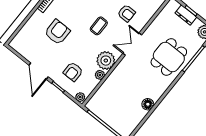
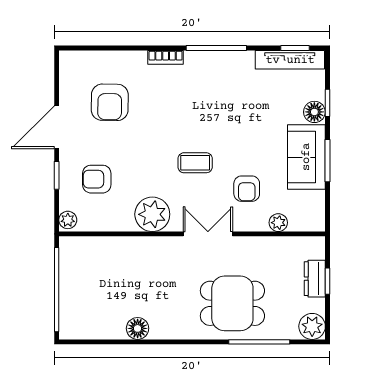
armchair: (57, 32) -> (110, 102), moved, turned 91
plant: (100, 75) -> (278, 223), moved

